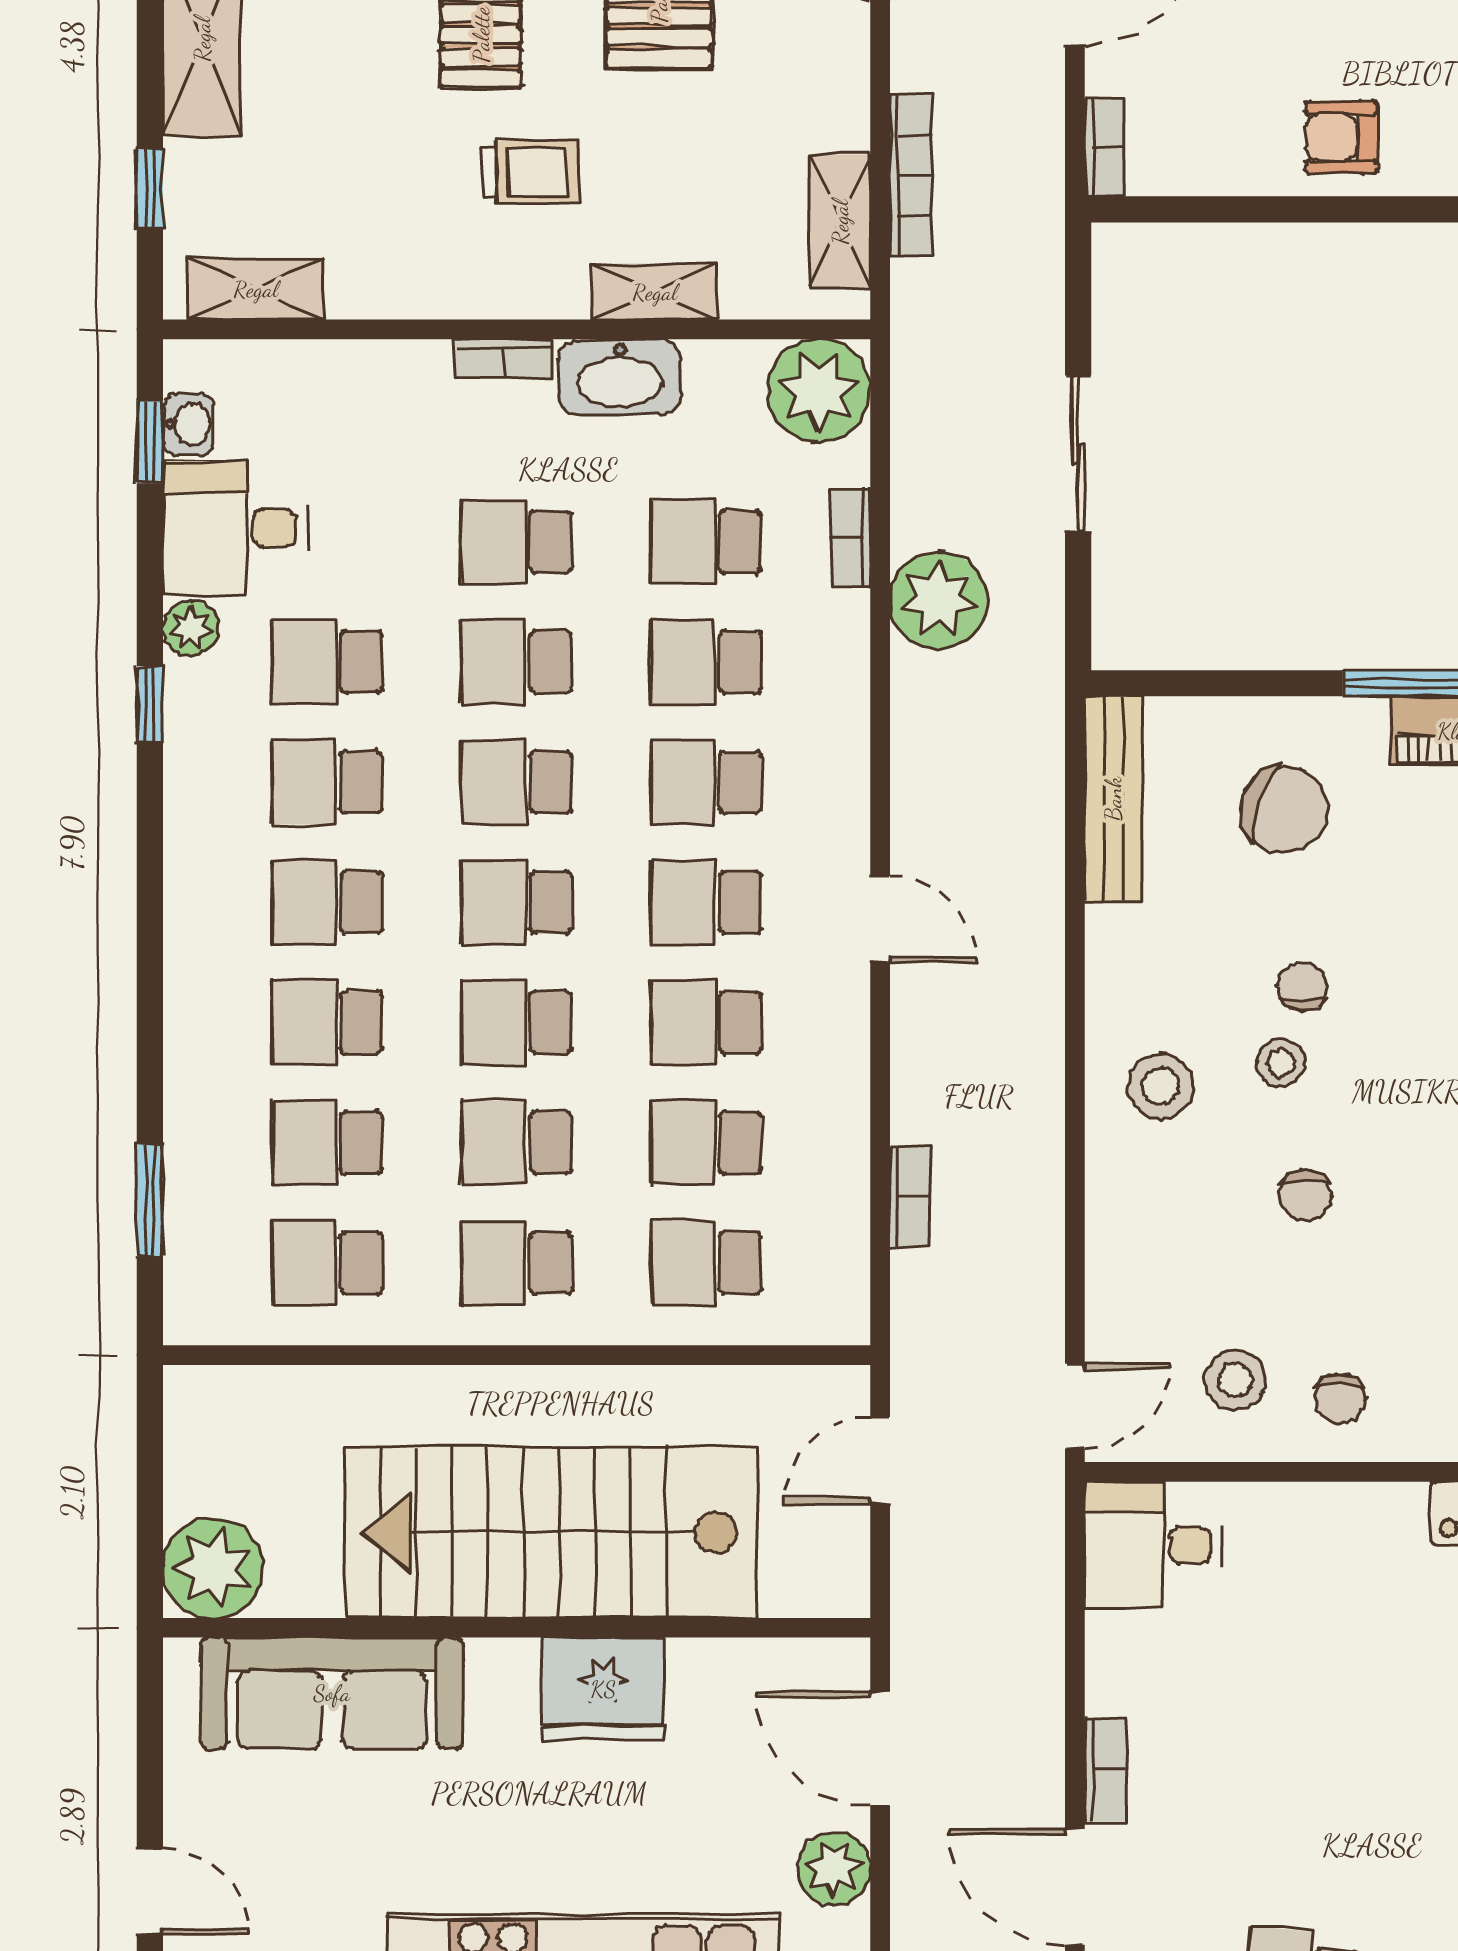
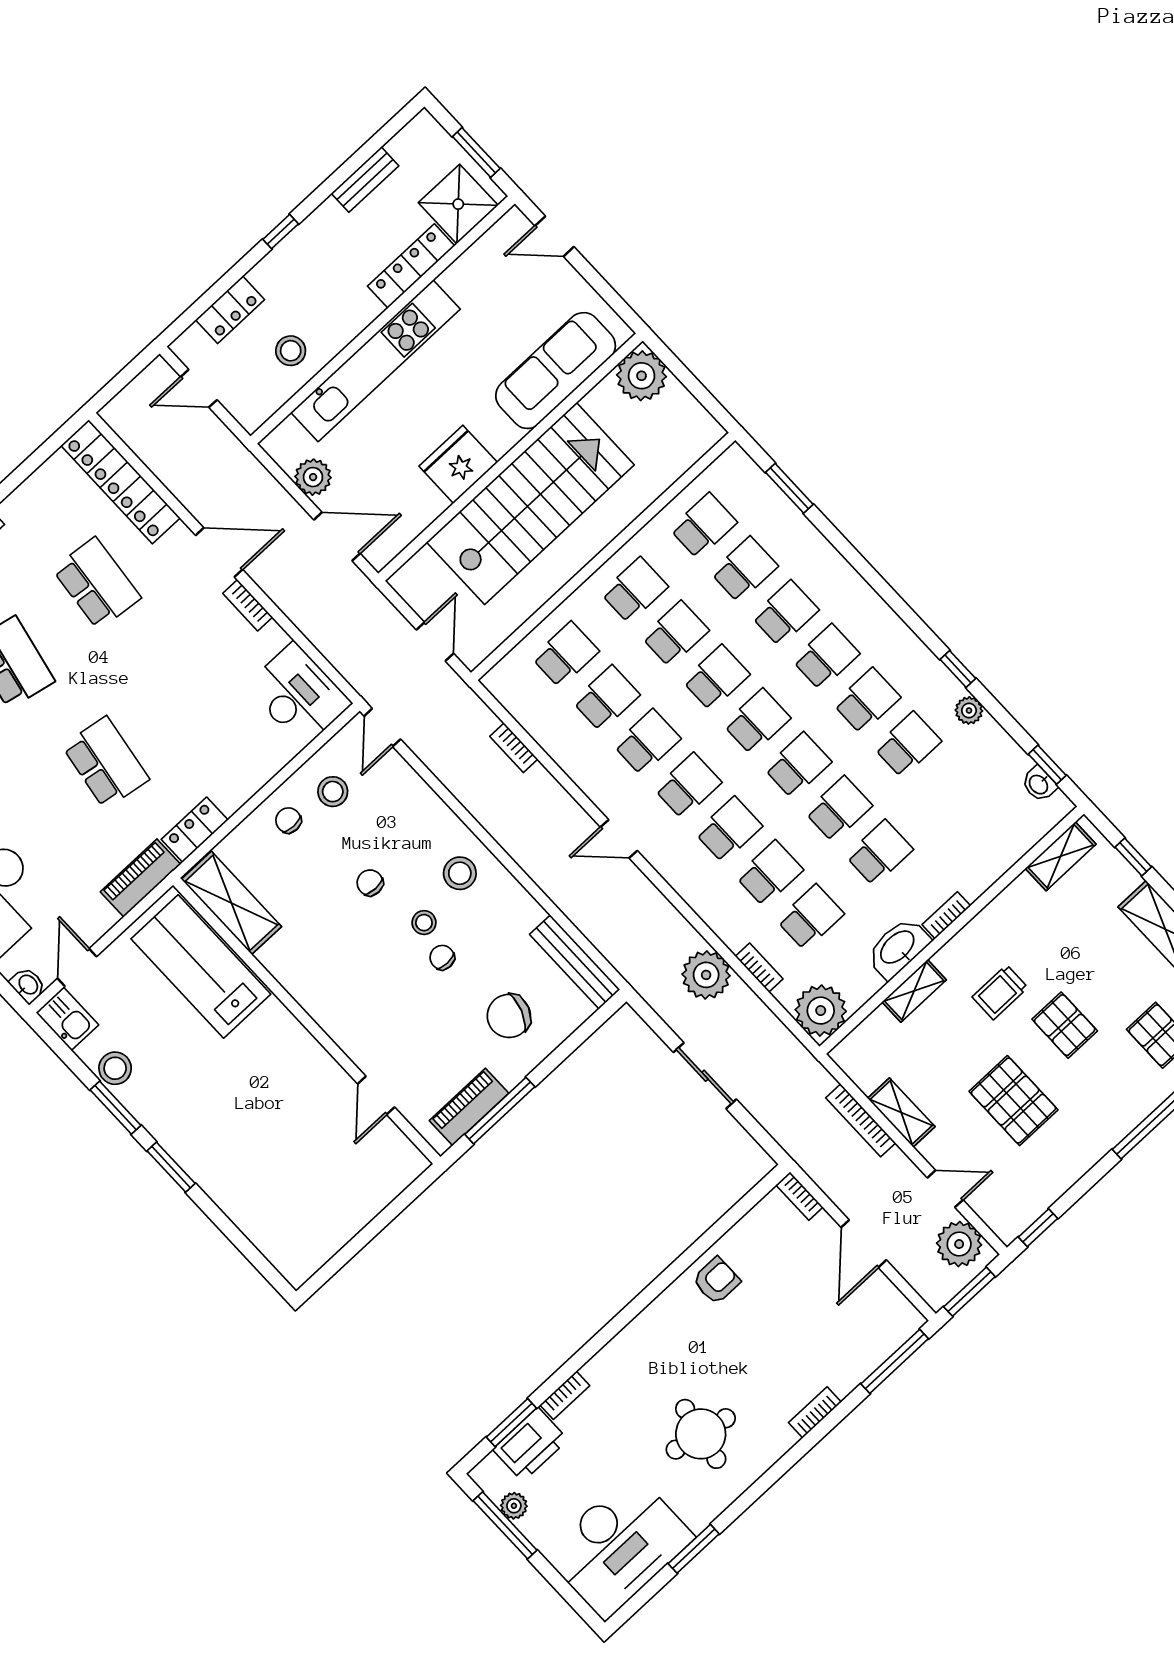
shelving: (840, 222) -> (901, 1112), moved
desk: (235, 528) -> (987, 762), removed
chair: (1302, 987) -> (442, 957), turned 180
desk: (1153, 1545) -> (299, 695), width x1.37

